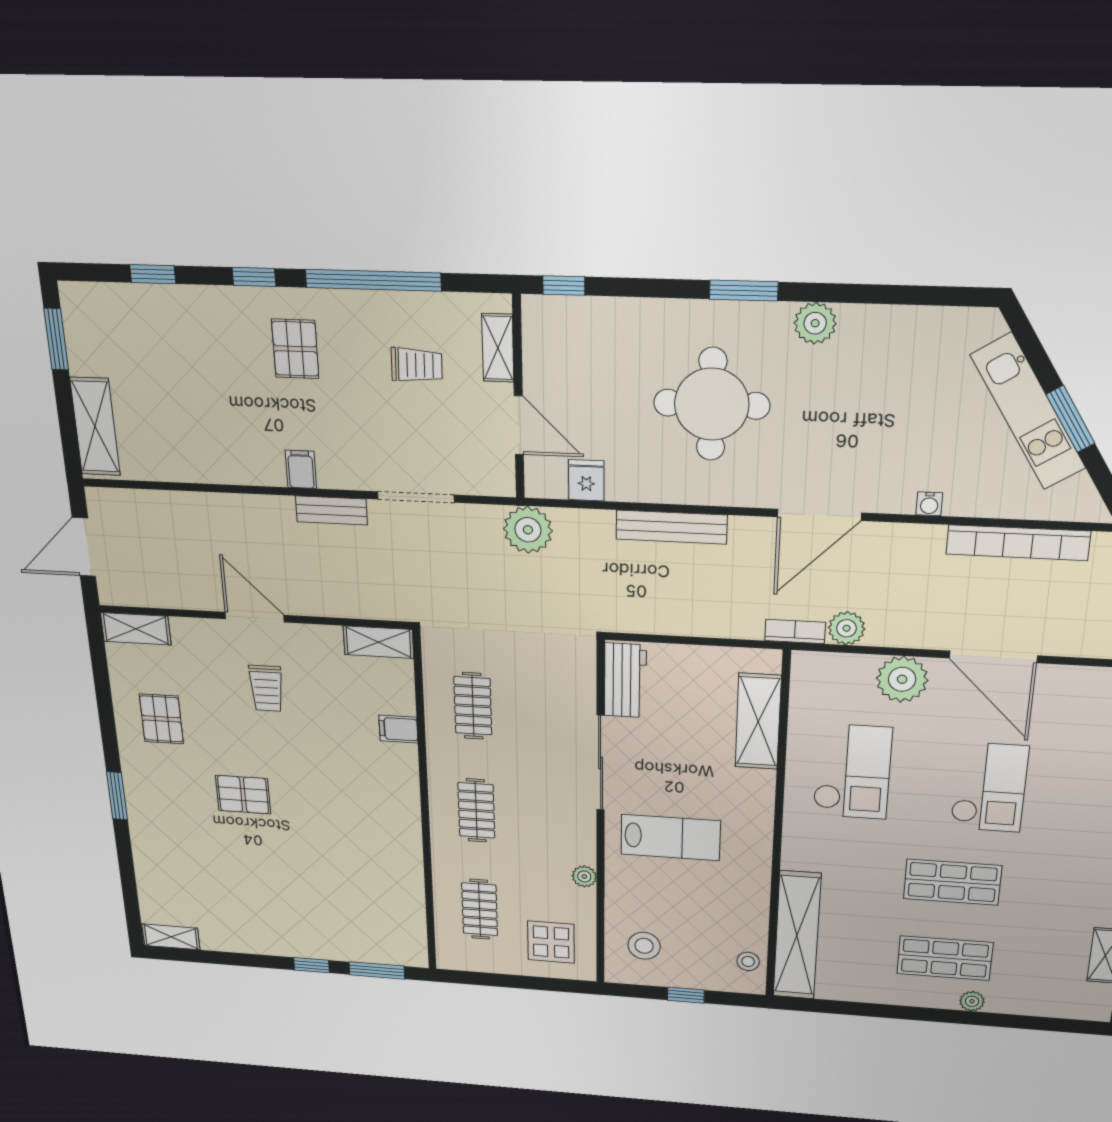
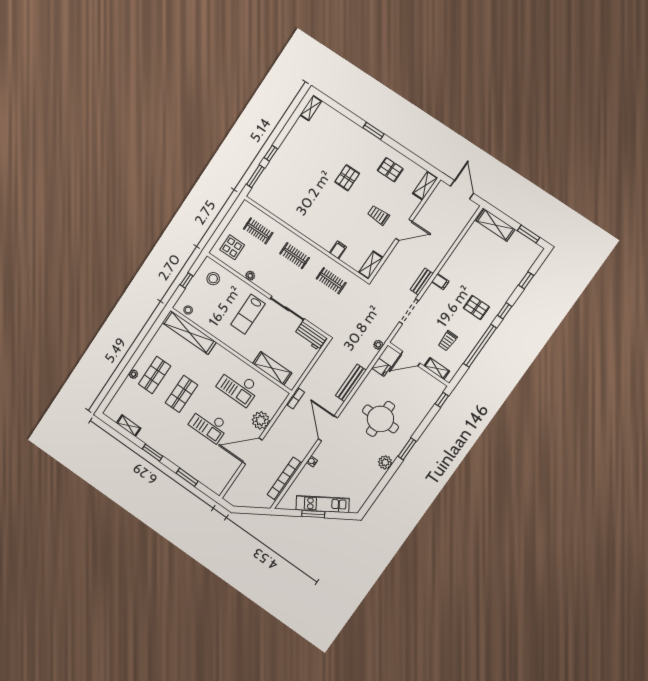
plant: (528, 530) -> (378, 345), width x0.53, depth x0.53
plant: (847, 628) -> (287, 414), removed

